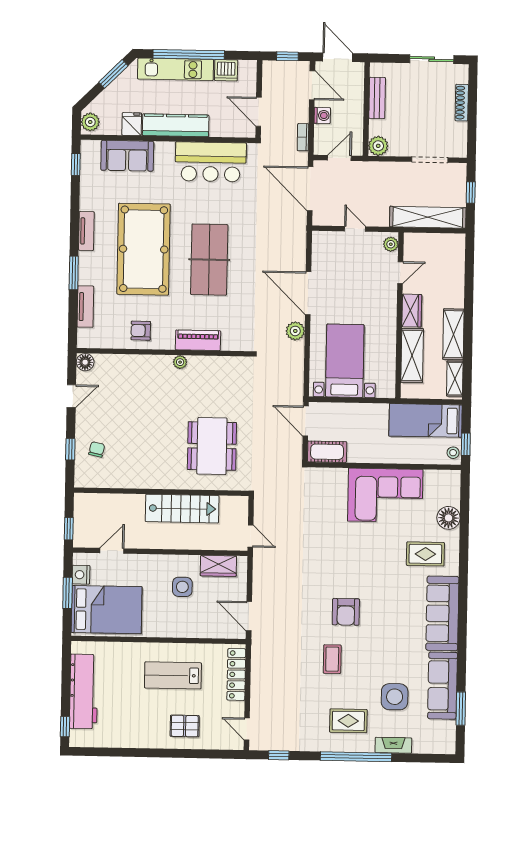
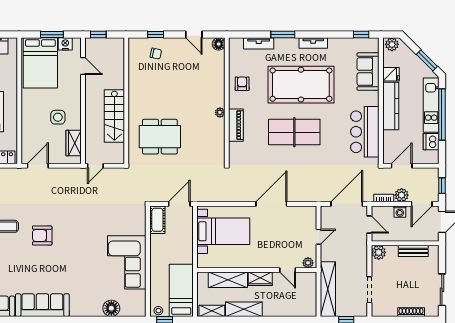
plant: (295, 331) -> (402, 195), moved
rug: (425, 554) -> (85, 292), removed

